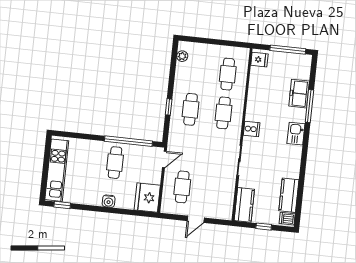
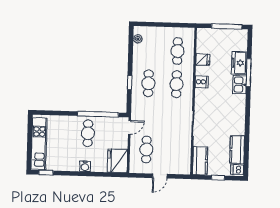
fridge: (259, 60) -> (203, 60), moved
cooker: (252, 129) -> (202, 82), moved
kitchen sink: (296, 134) -> (239, 85), moved

